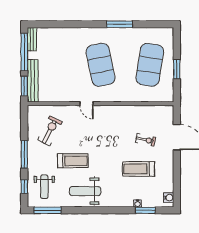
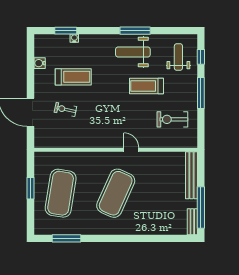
window: (119, 24) -> (66, 238), moved
exercise mat: (101, 65) -> (116, 193), turned 36
window: (24, 86) -> (201, 169), removed
exercise bike: (50, 131) -> (172, 119), turned 63
weight bench: (85, 191) -> (133, 52), turned 180
water cooler: (169, 198) -> (40, 63), moved
window: (48, 210) -> (135, 31), moved

